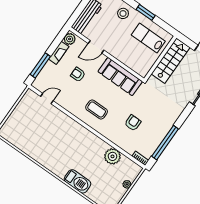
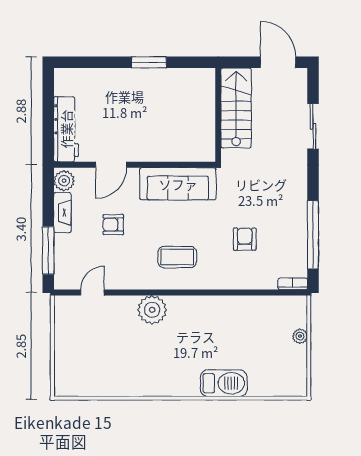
stool: (123, 13) -> (117, 87), removed
lab bench: (148, 38) -> (179, 98), removed
plant: (112, 156) -> (152, 310), moved

